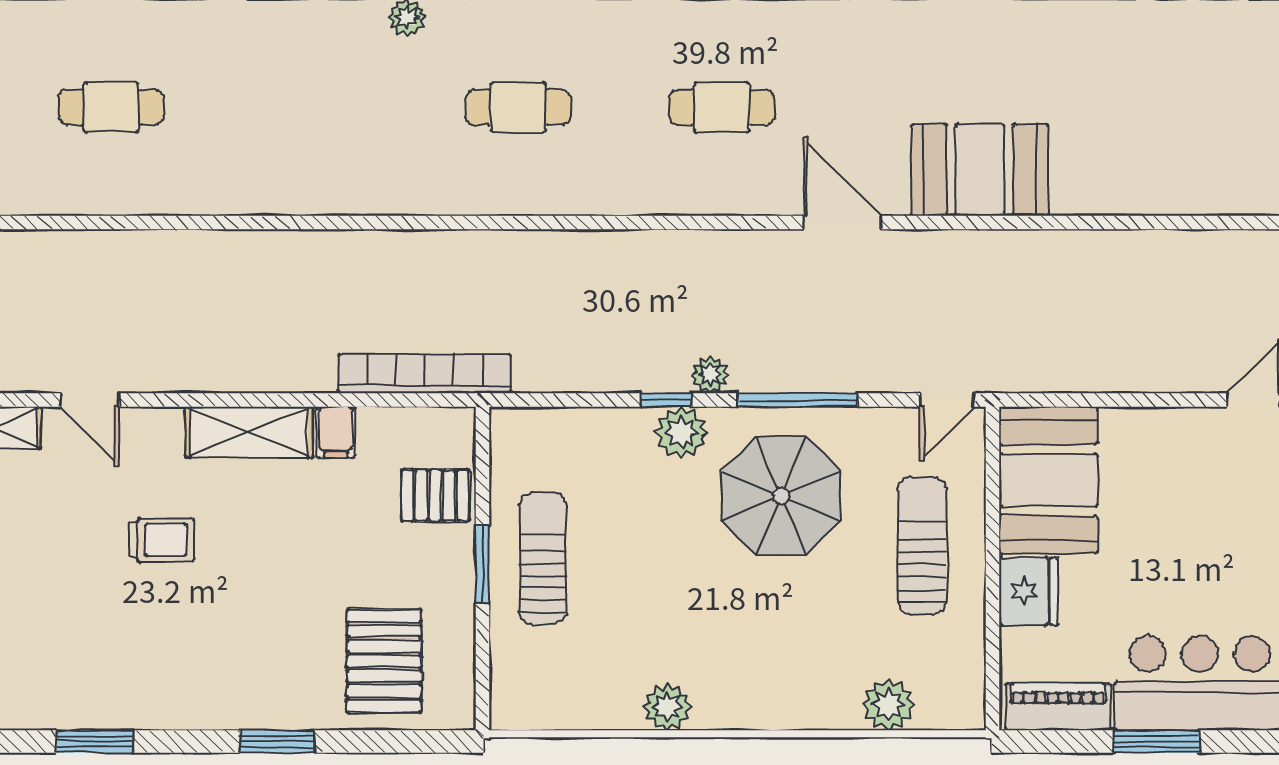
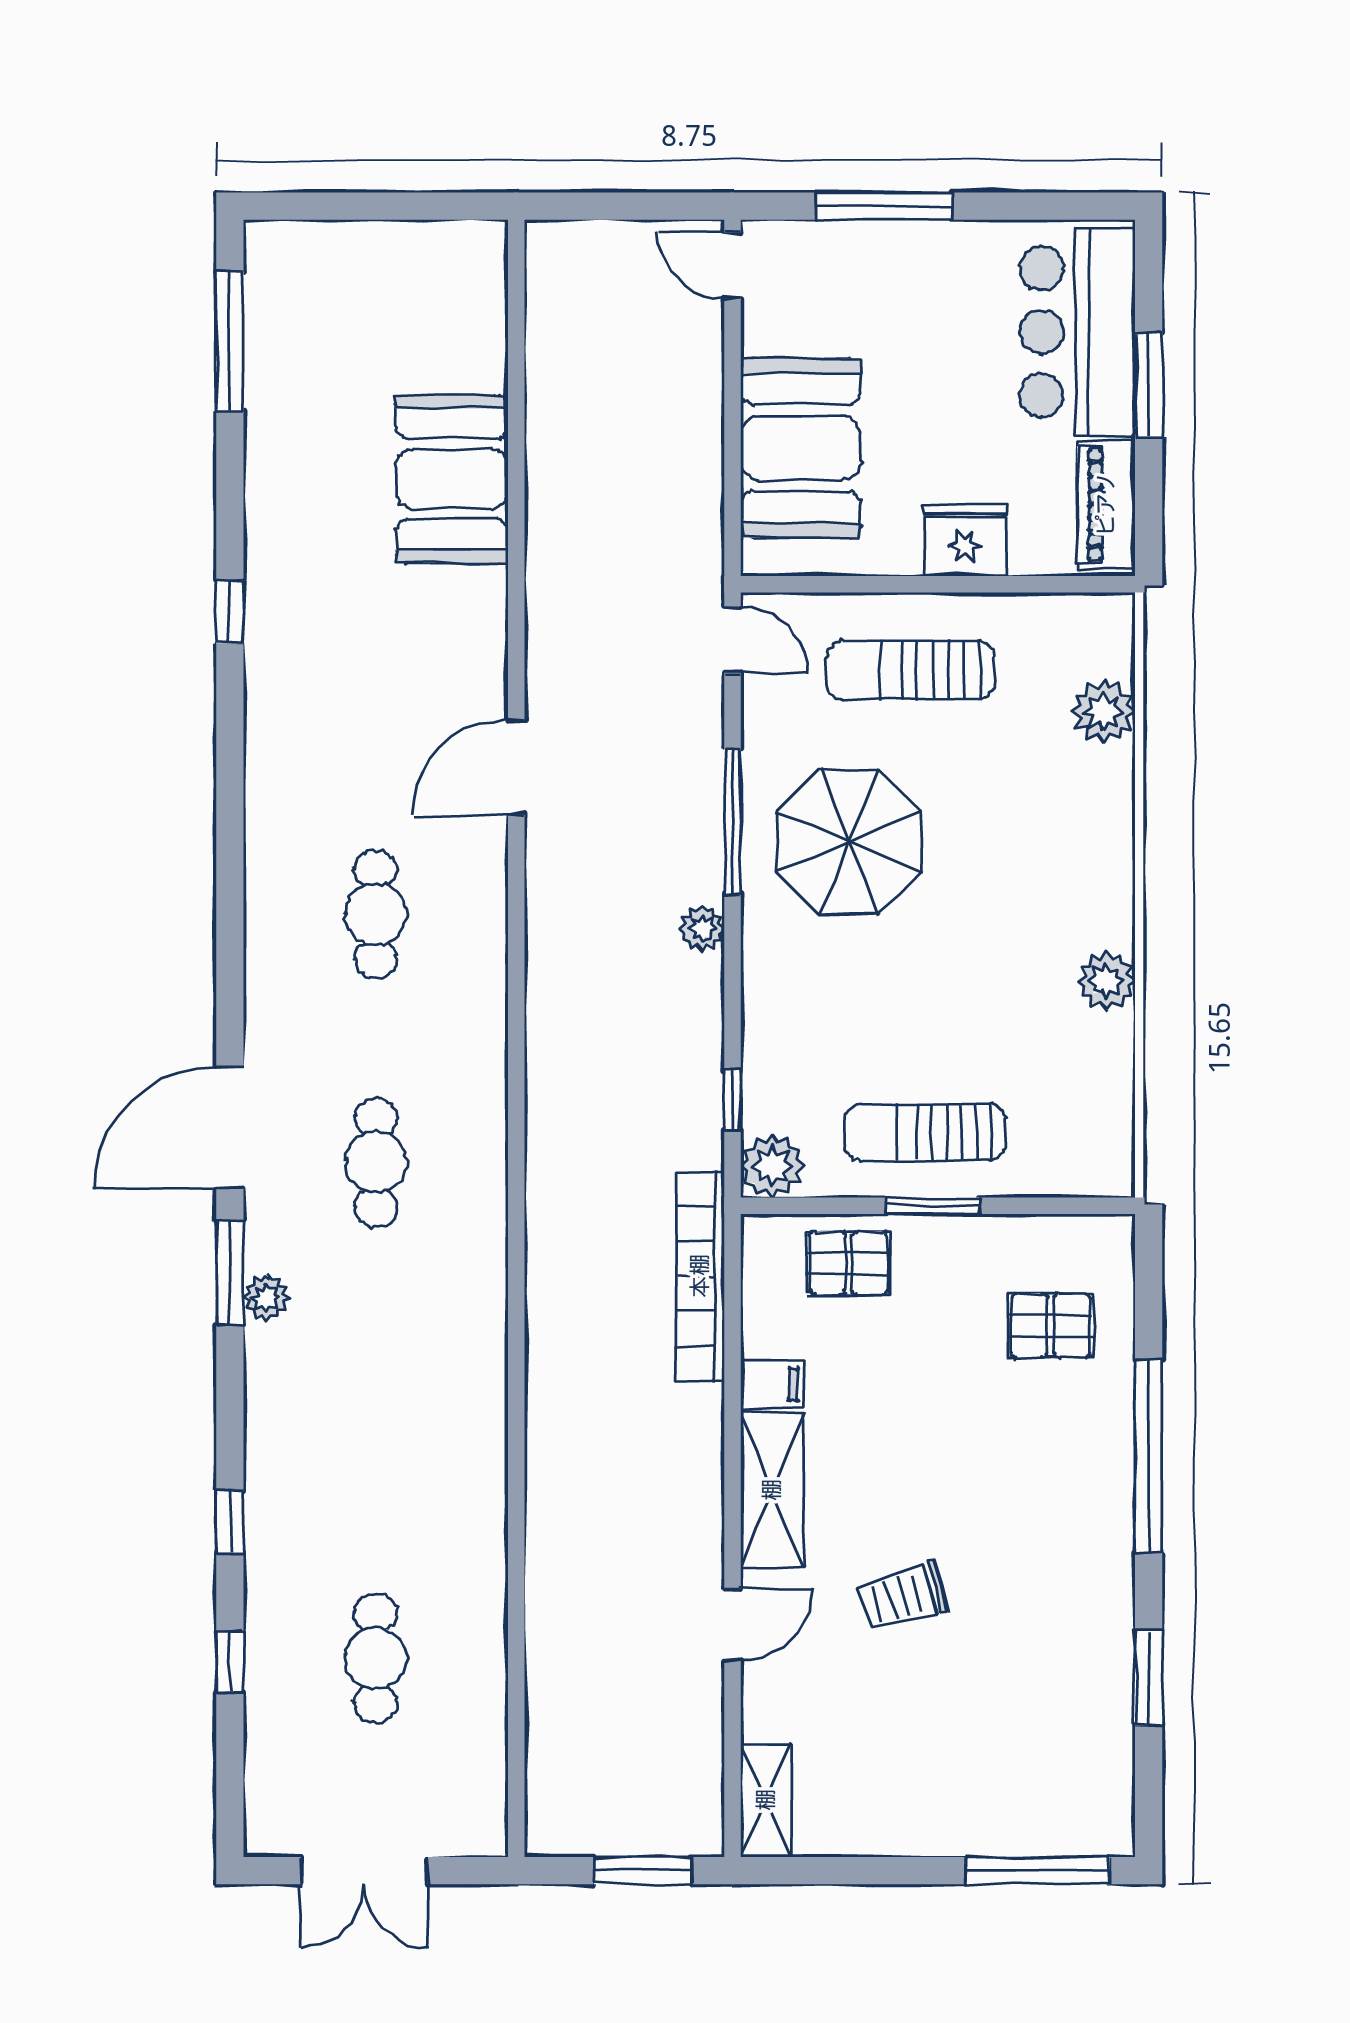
booth: (980, 170) -> (452, 479), moved
door: (90, 400) -> (732, 1625), moved
window: (666, 400) -> (732, 1100), moved
plant: (681, 433) -> (772, 1166), moved
booth: (1049, 480) -> (801, 448), moved, turned 90
pallet: (435, 495) -> (849, 1263), turned 90
trolley: (161, 540) -> (903, 1597), turned -106
pallet: (384, 661) -> (1051, 1325), width x0.67, depth x0.71
window: (277, 742) -> (1149, 1456), width x2.11

